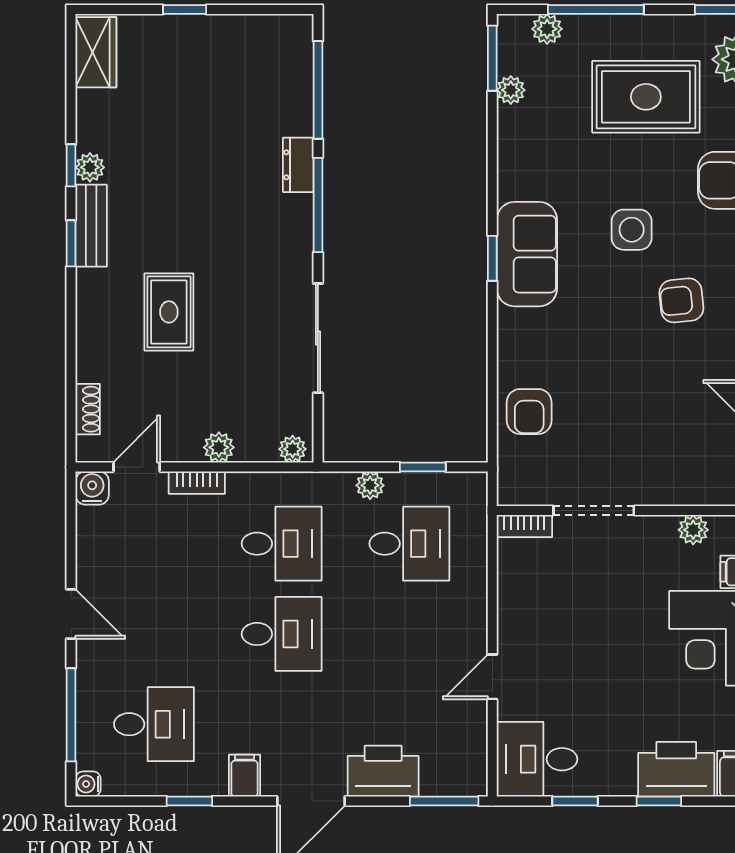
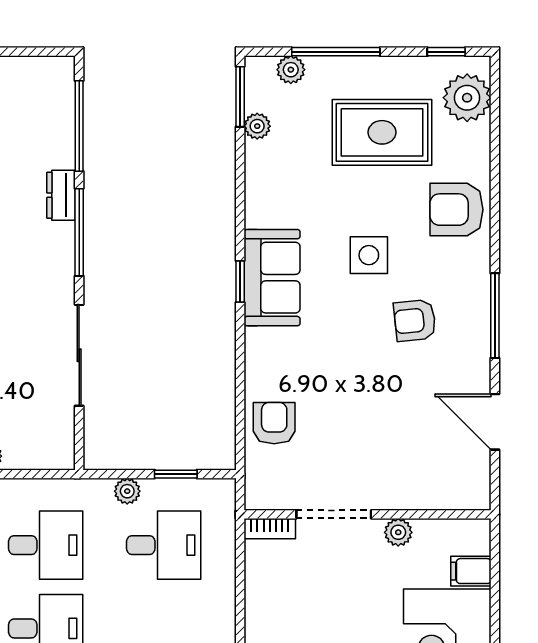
armchair: (529, 412) -> (274, 423), turned 180
plant: (293, 449) -> (56, 458), removed
plant: (693, 530) -> (398, 532), moved

